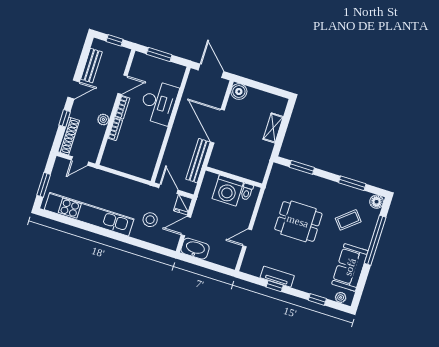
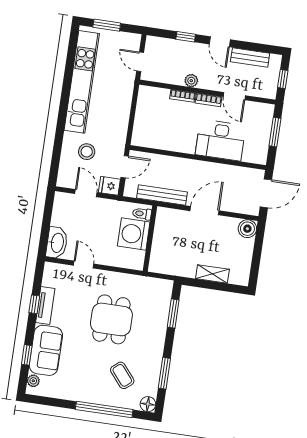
door: (217, 126) -> (205, 211), width x0.73
shoe rack: (69, 136) -> (166, 44), removed
toilet: (247, 192) -> (142, 214), moved
washbasin: (195, 249) -> (57, 243), moved
sofa: (350, 267) -> (46, 350), moved, turned 90

